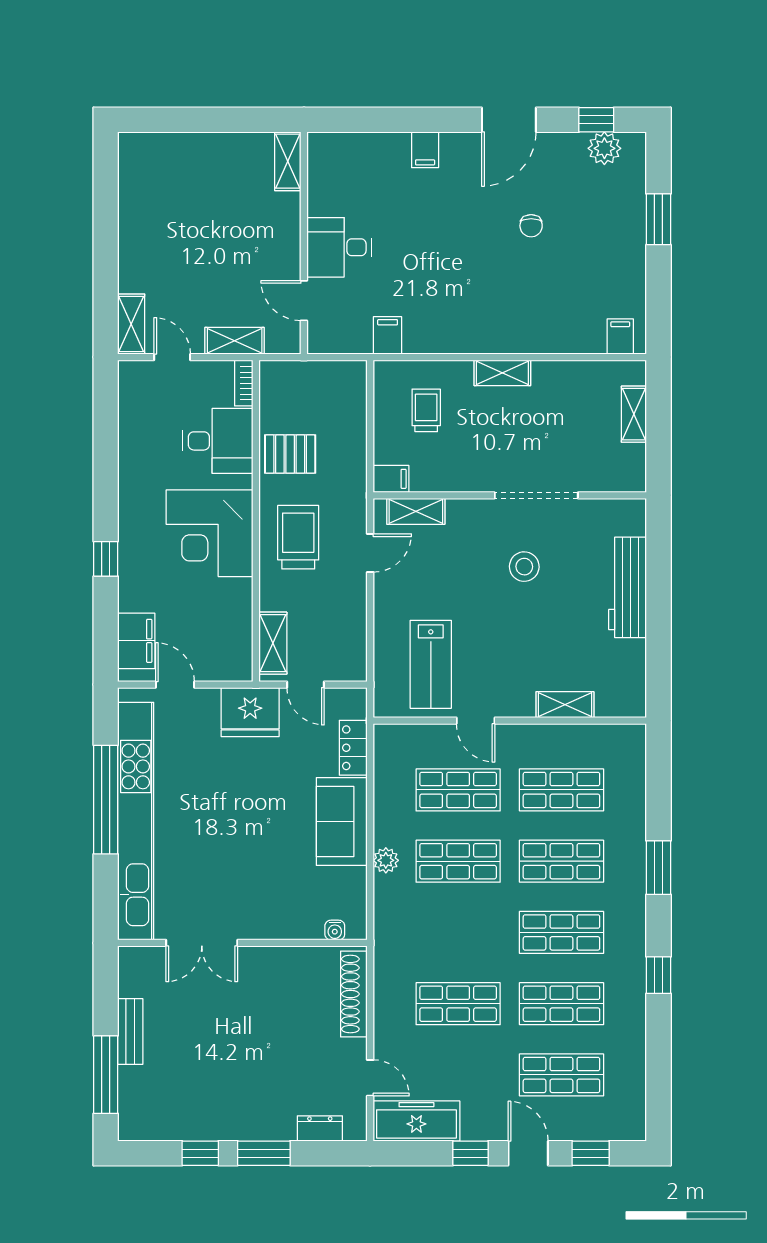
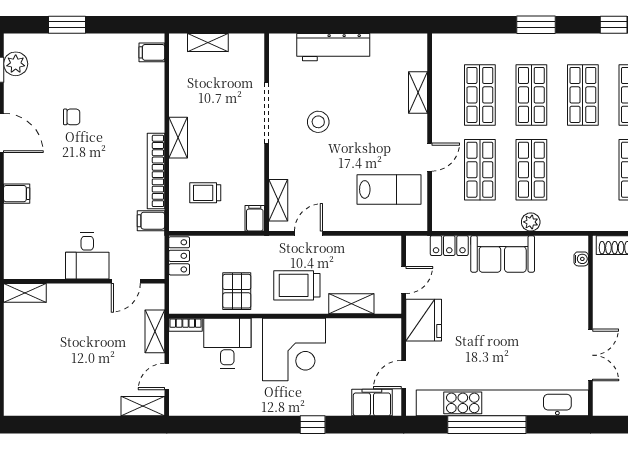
bookcase: (456, 342) -> (156, 171), added
locker: (339, 374) -> (179, 256), added
door: (370, 553) -> (308, 233), hinge flipped
shelving: (273, 643) -> (351, 304), moved

